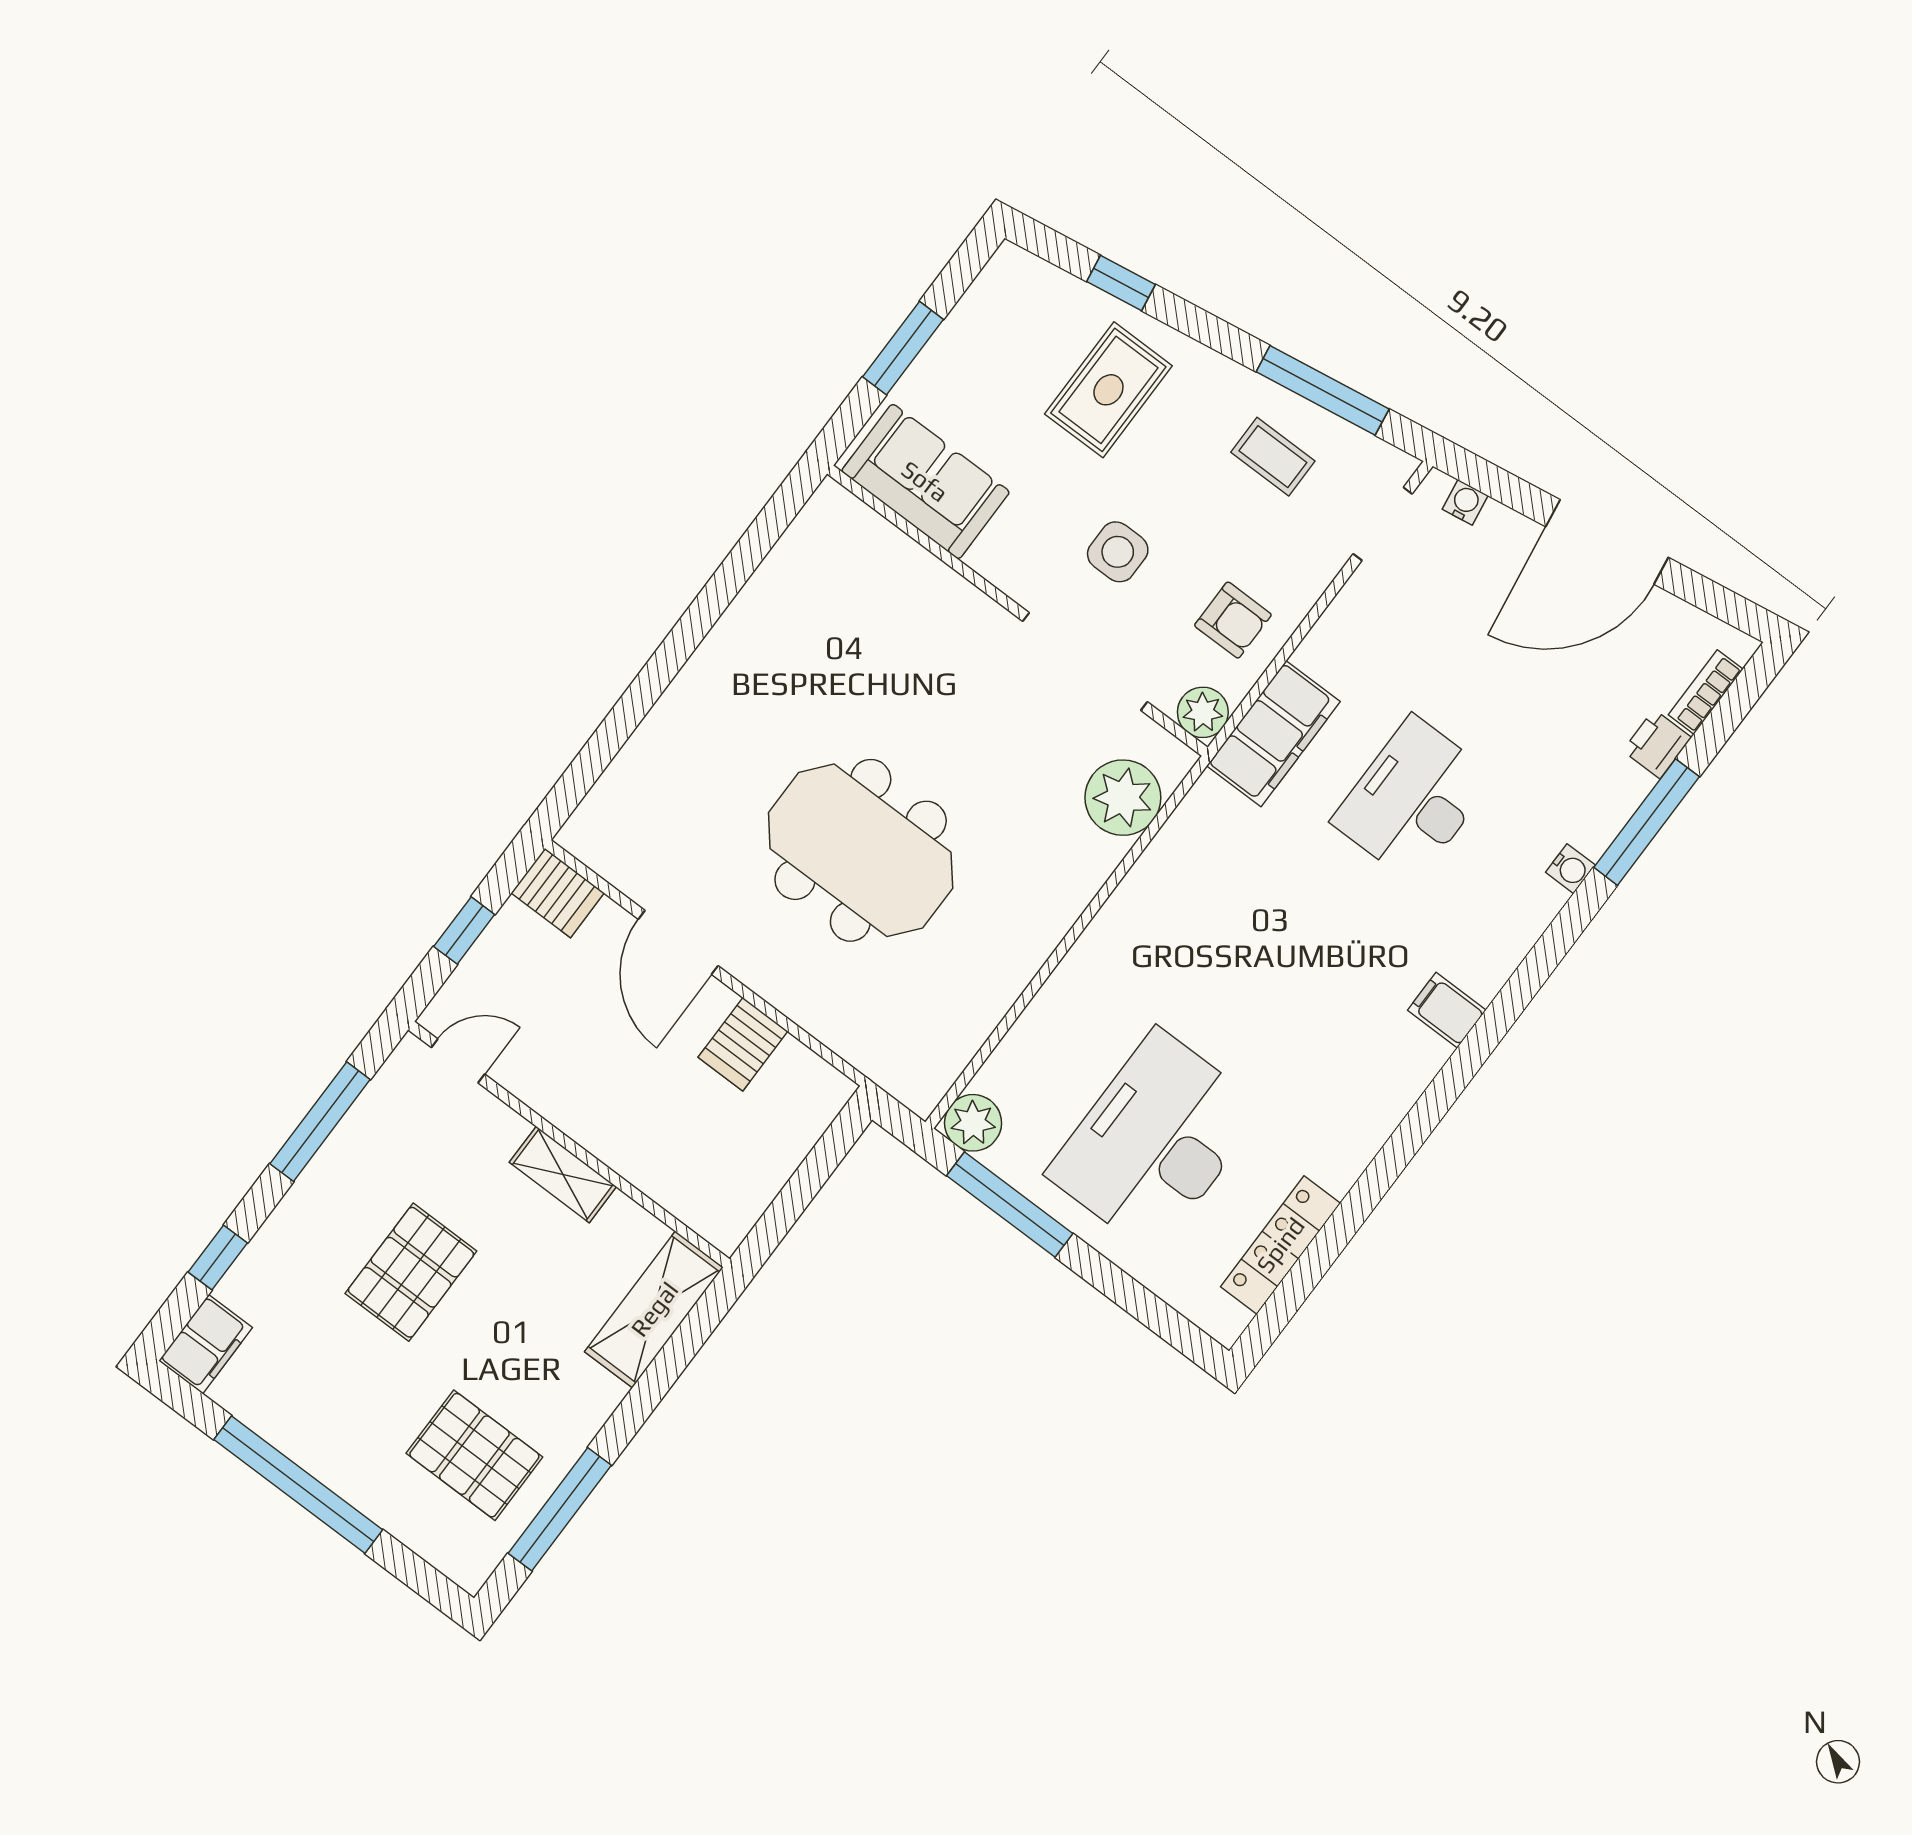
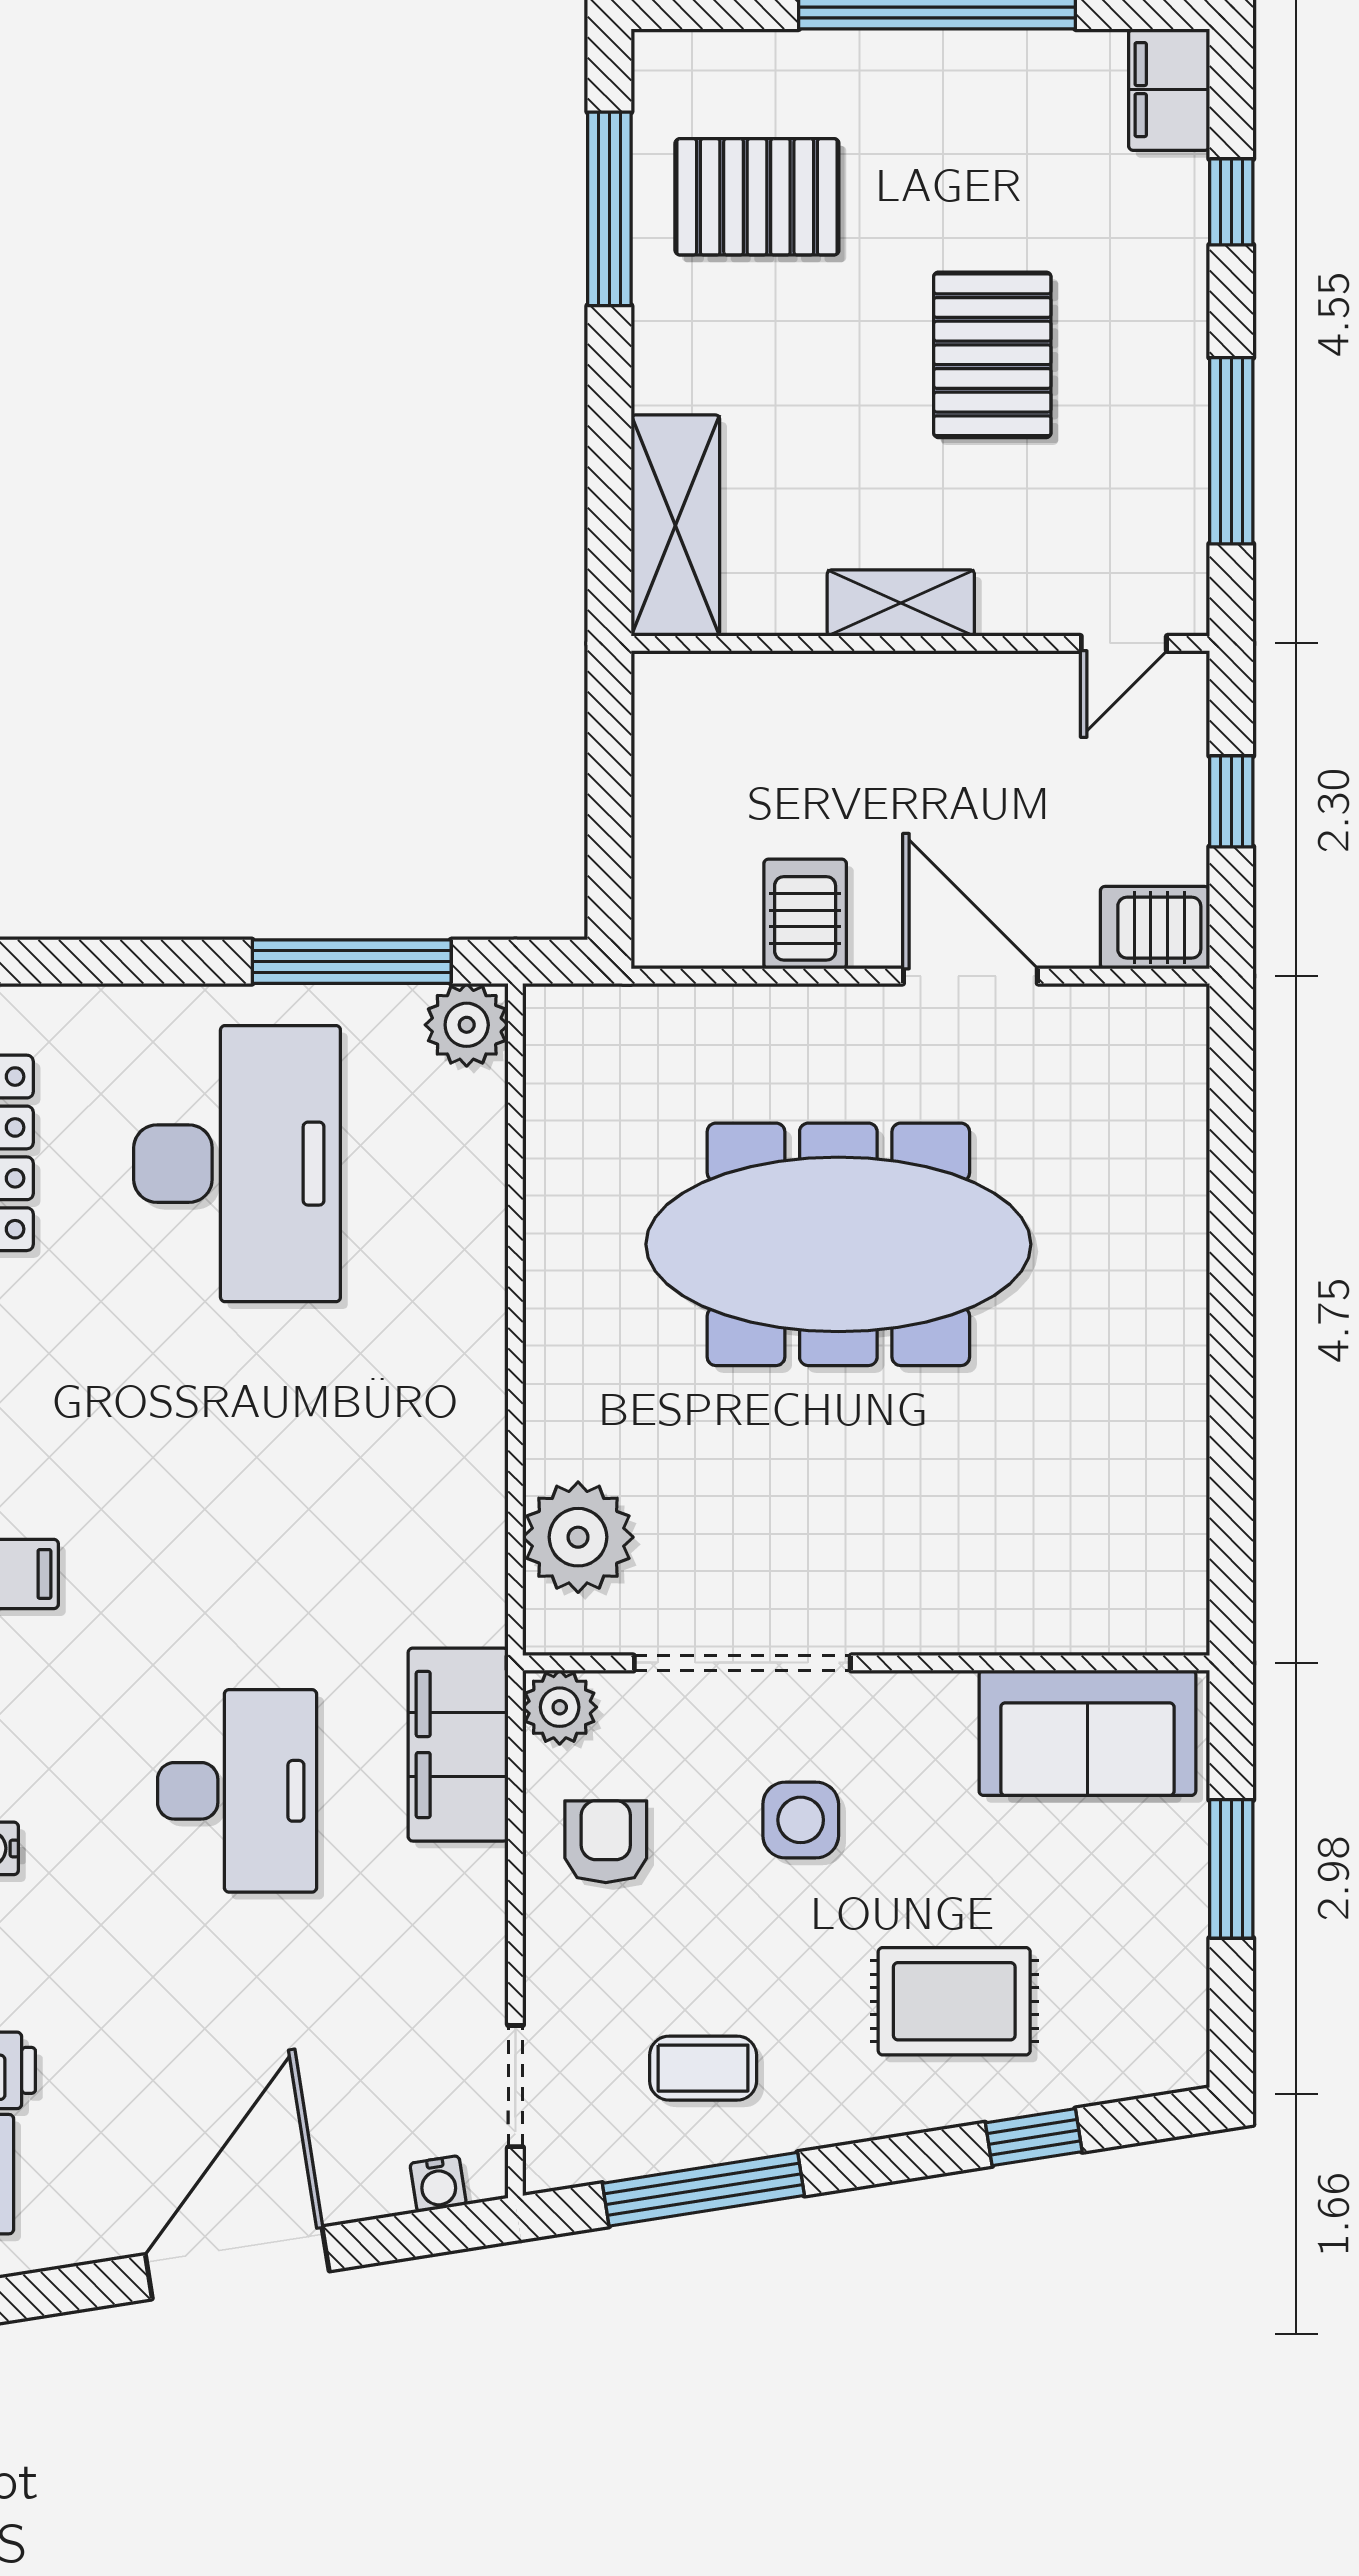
rug: (1108, 390) -> (954, 2001), turned 90
armchair: (1233, 620) -> (606, 1842), turned 90
meeting table: (861, 850) -> (838, 1244), width x1.36

